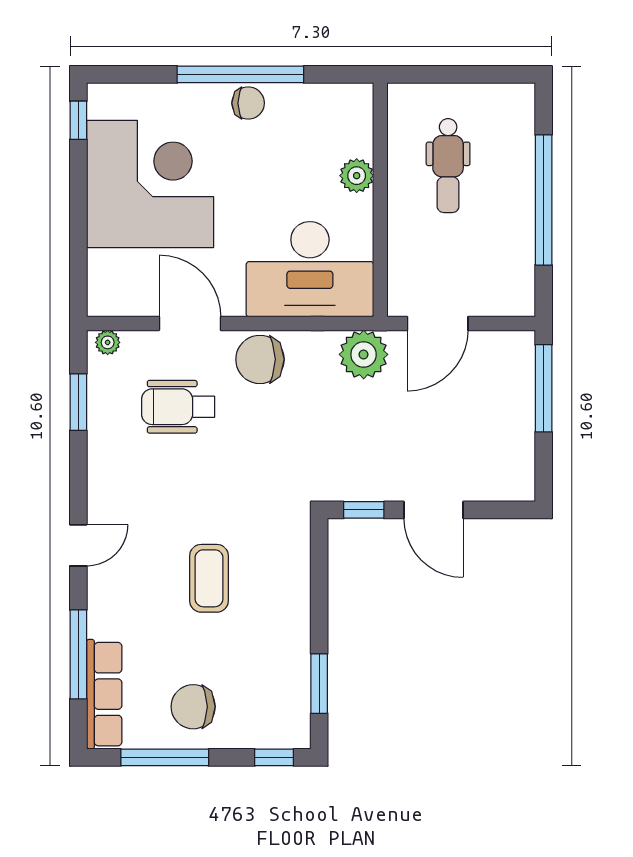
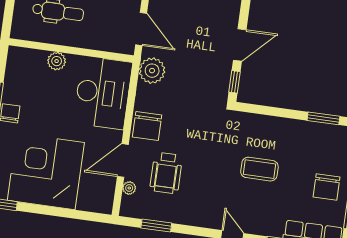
plant: (108, 342) -> (129, 188), moved

